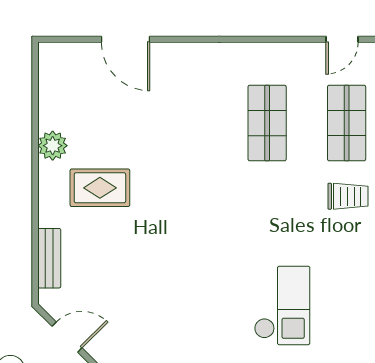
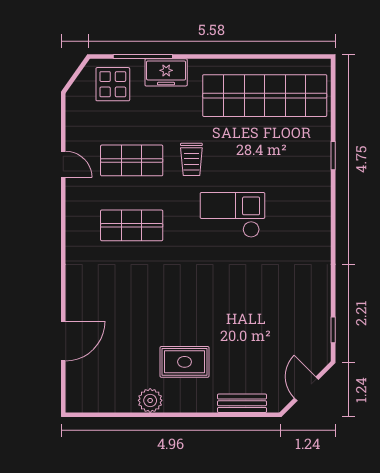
rug: (100, 188) -> (185, 362), turned 90
trolley: (348, 196) -> (191, 159), turned 180
checkout: (282, 305) -> (232, 215), moved

